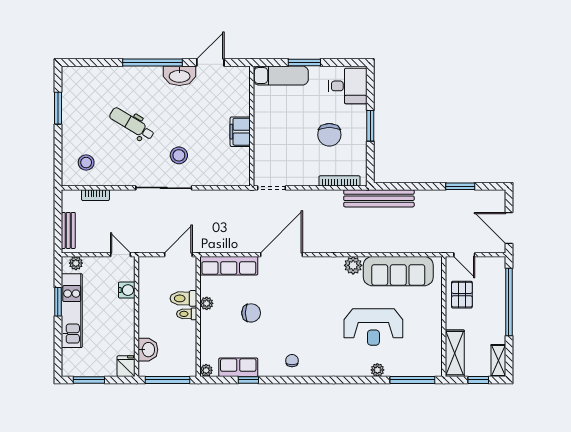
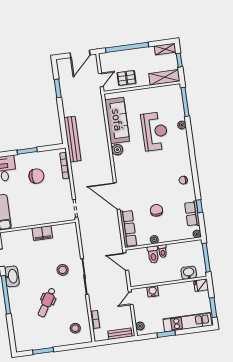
kitchen unit: (72, 311) -> (187, 322), moved

